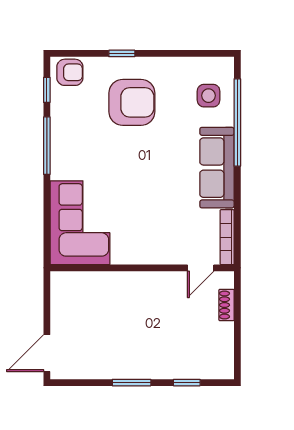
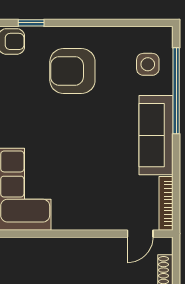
window: (122, 53) -> (31, 23), moved
armchair: (132, 102) -> (72, 71), turned 180

